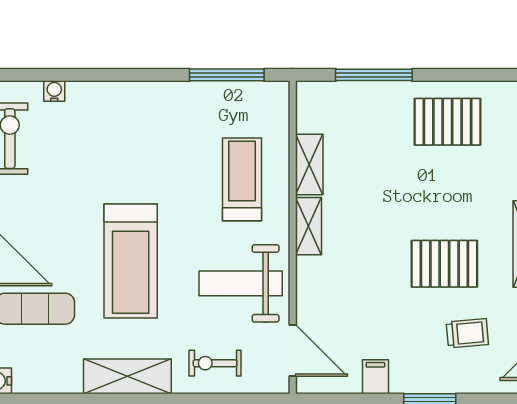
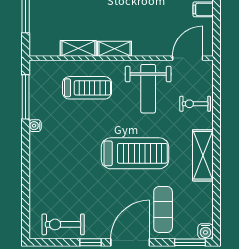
water cooler: (54, 91) -> (35, 126), moved
treadmill: (242, 179) -> (87, 88), turned 180
exercise bike: (215, 363) -> (195, 104), turned 90

